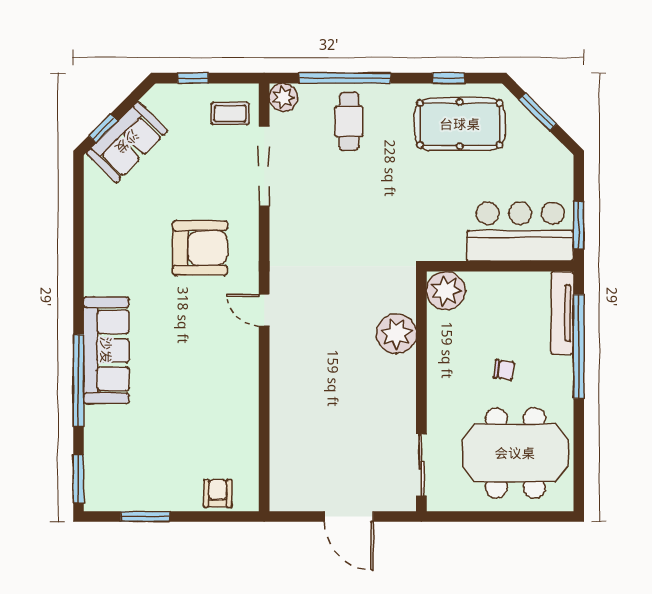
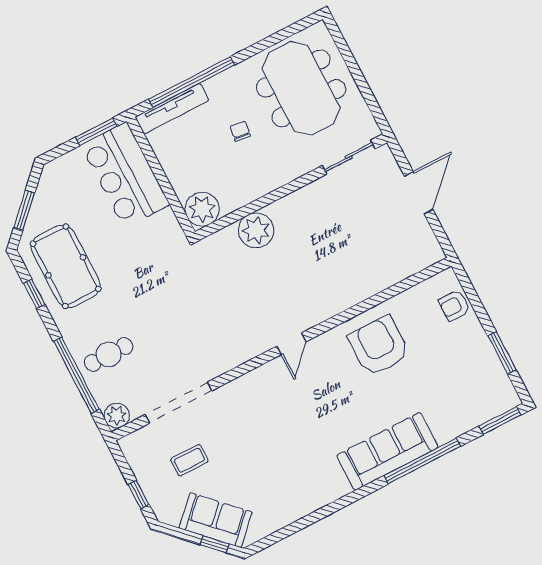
coffee table: (230, 114) -> (189, 460), moved, turned 90
armchair: (200, 248) -> (379, 346), moved

